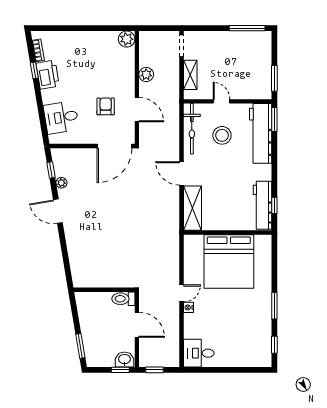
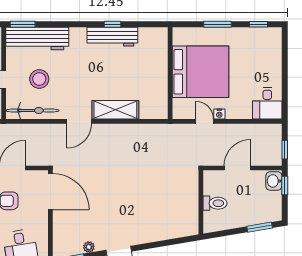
wall: (228, 233) -> (170, 73), moved
bed: (229, 261) -> (200, 72), moved
toilet: (123, 299) -> (215, 203), moved, turned -90

